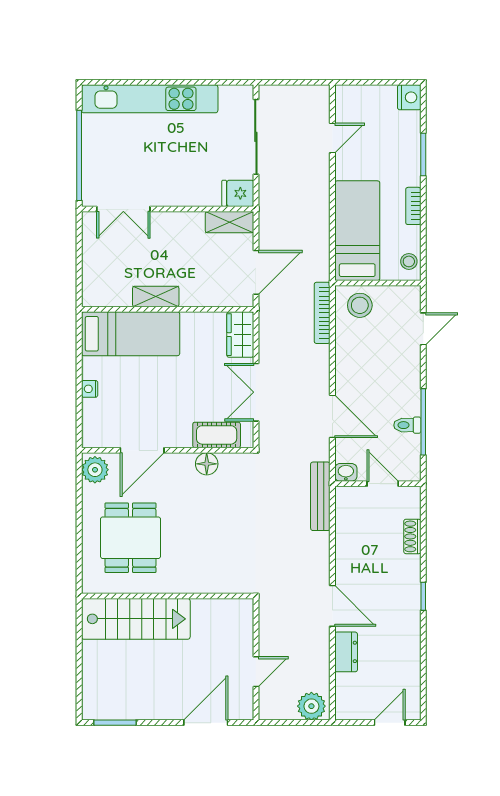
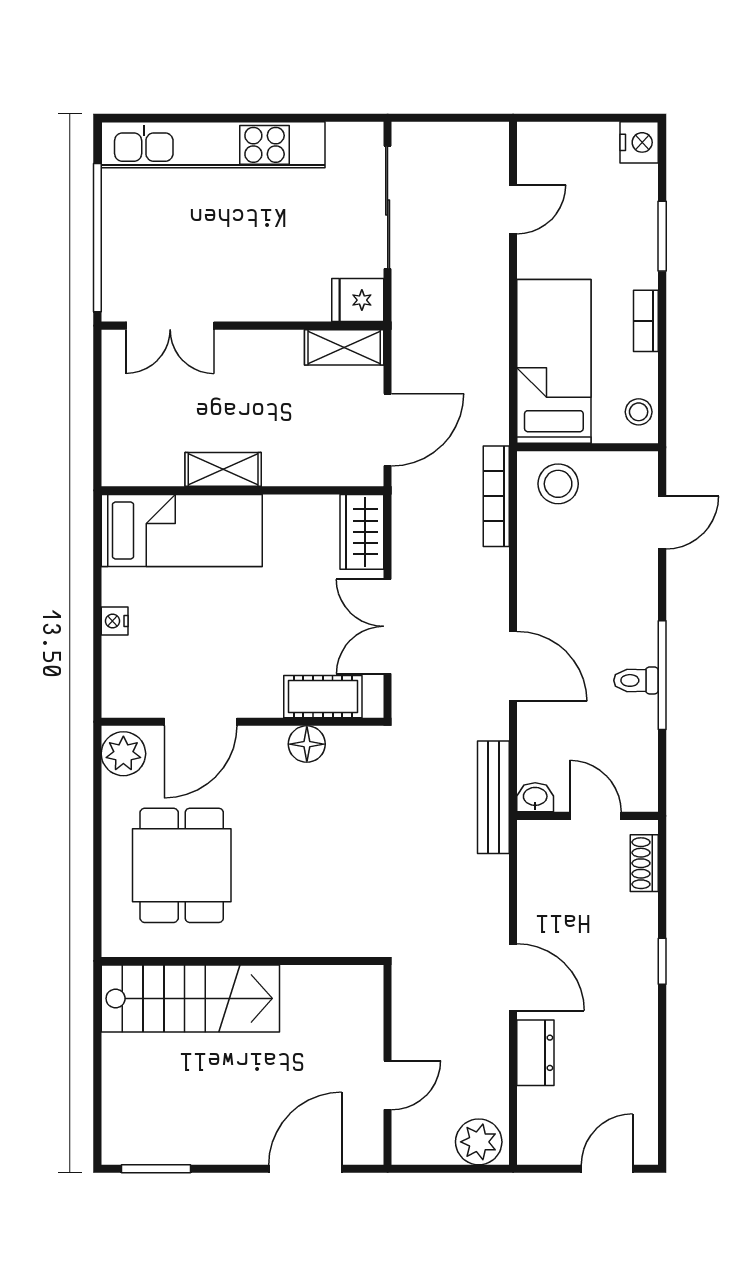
washbasin: (346, 472) -> (535, 797), moved
wall: (378, 484) -> (588, 816), moved
door: (383, 484) -> (596, 816), moved

